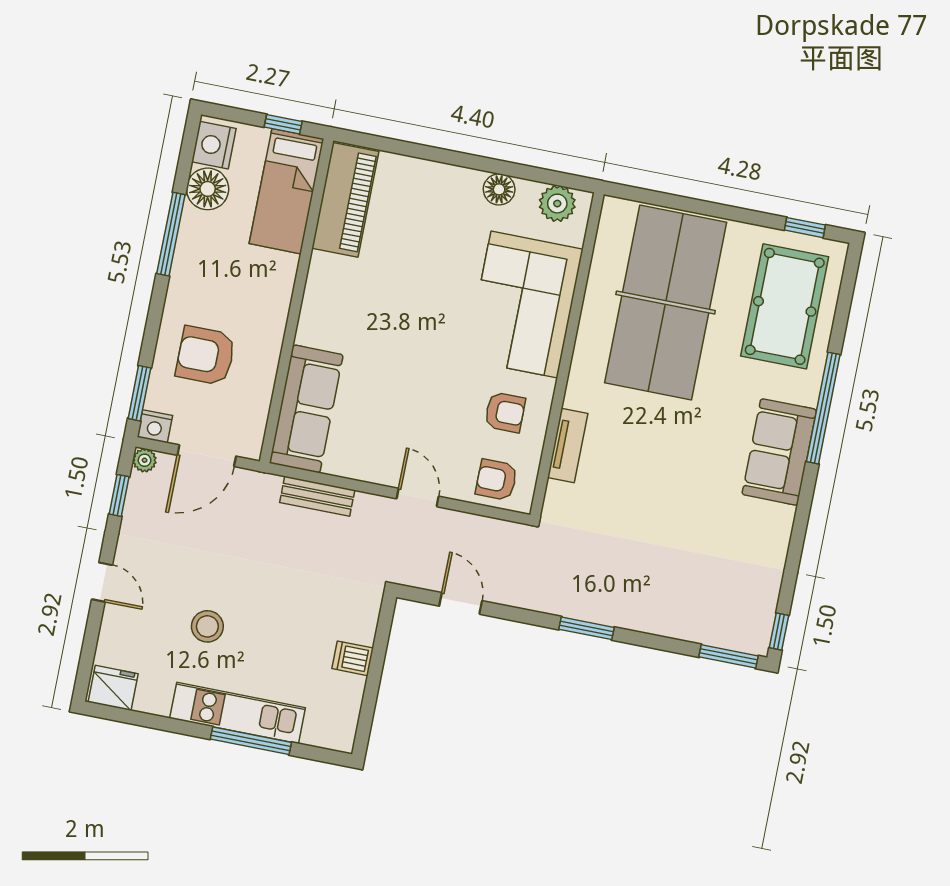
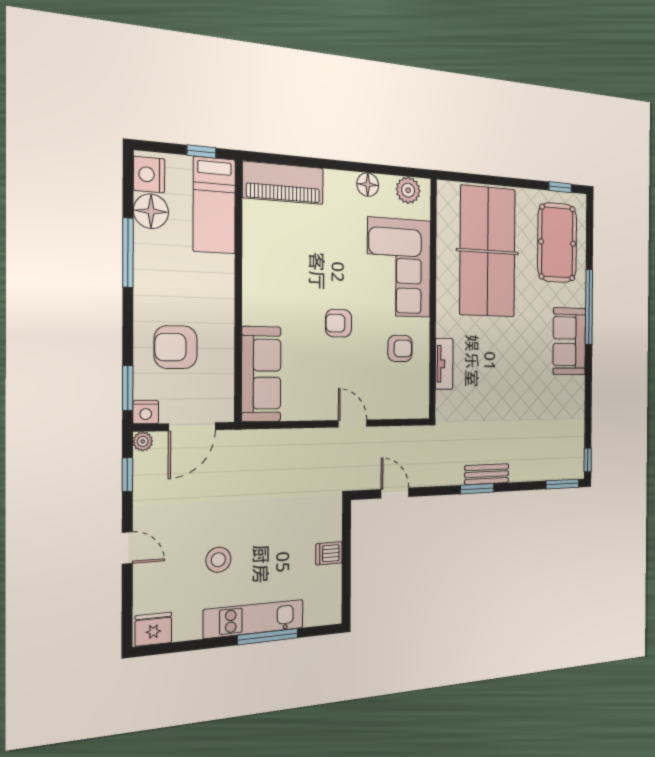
piano: (345, 200) -> (283, 183), moved, turned 90
armchair: (496, 480) -> (339, 323), moved
bench: (317, 496) -> (487, 474), moved

